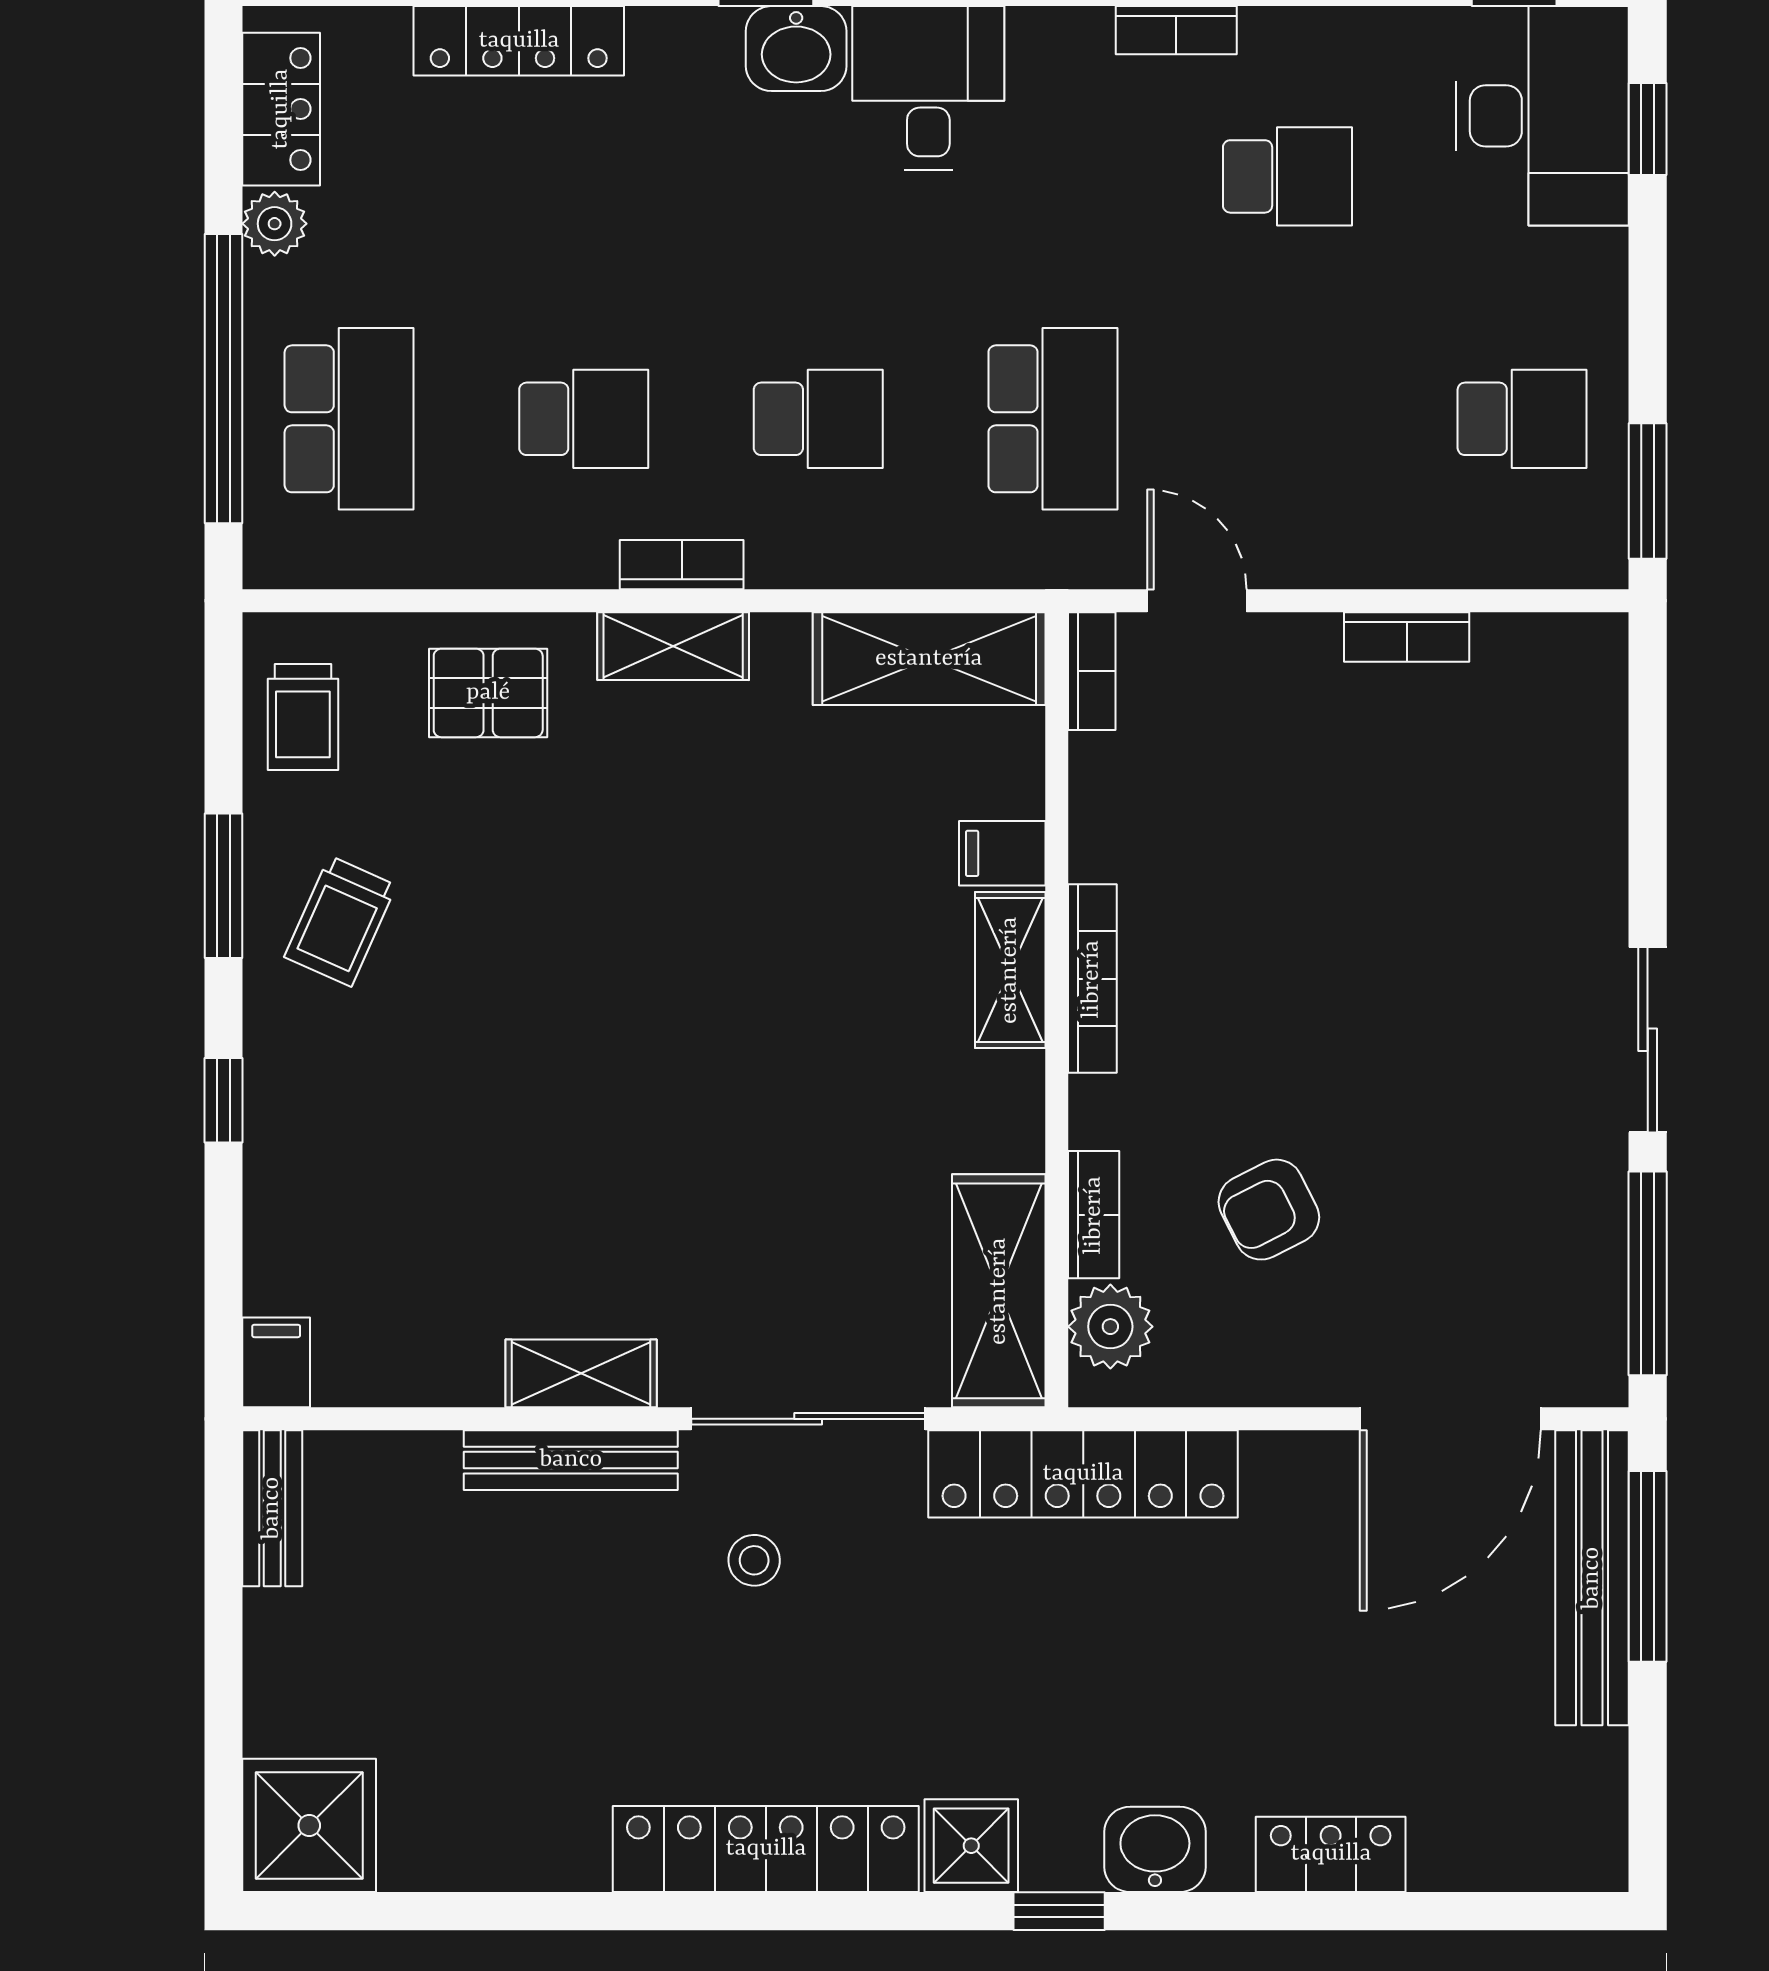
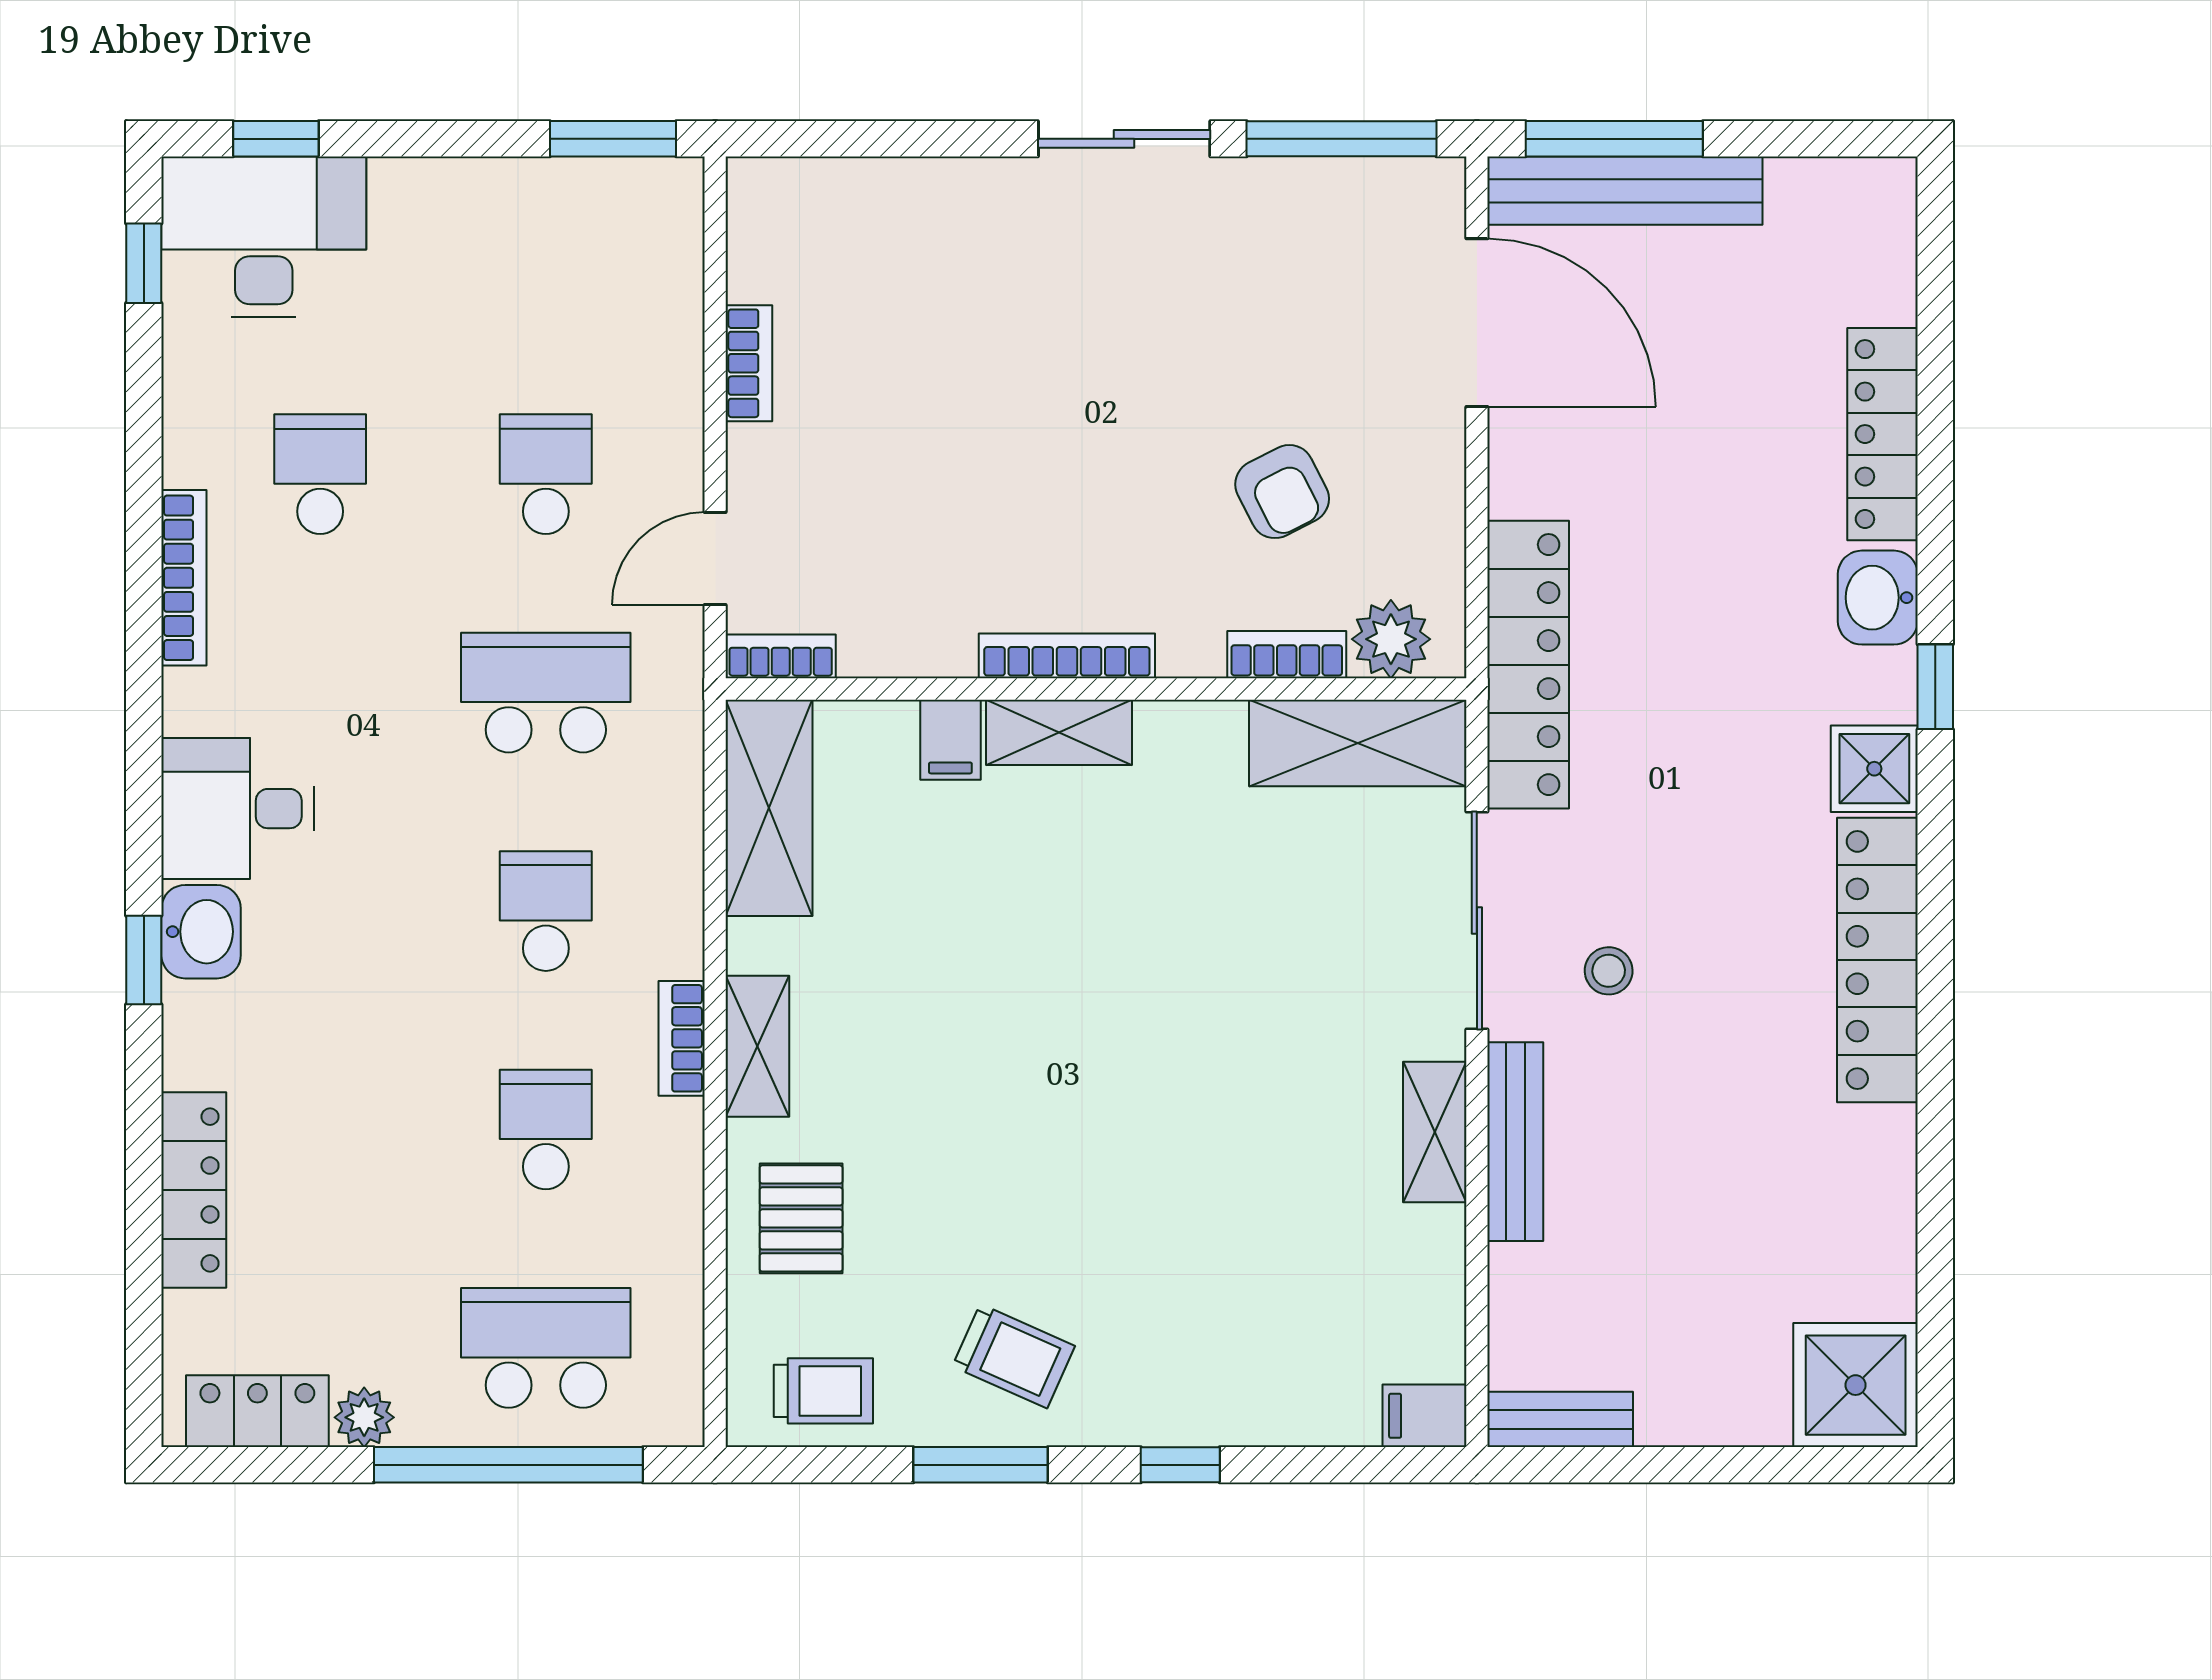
bookcase: (1176, 30) -> (184, 578), width x1.56
school desk: (1522, 419) -> (546, 474), moved
locker: (1331, 1854) -> (1883, 434), width x1.53

